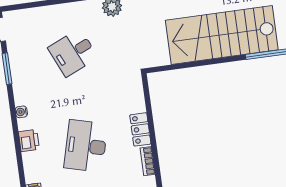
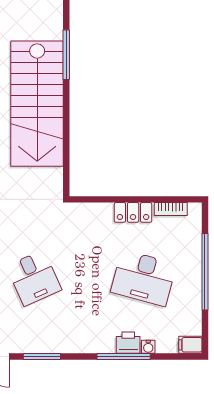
water cooler: (21, 112) -> (148, 347), moved
window: (17, 138) -> (124, 357), added

